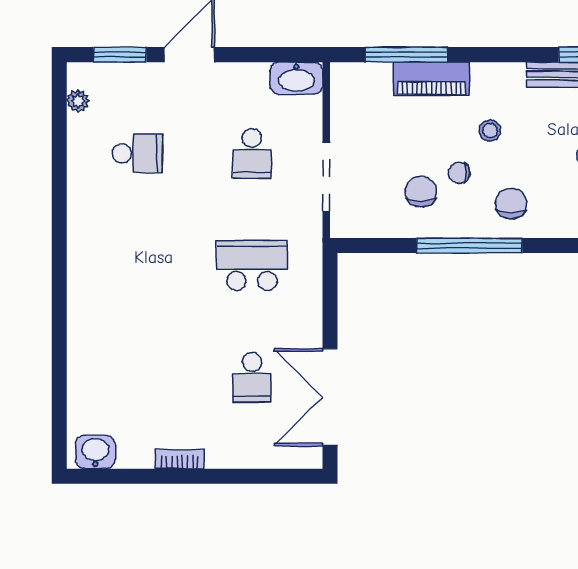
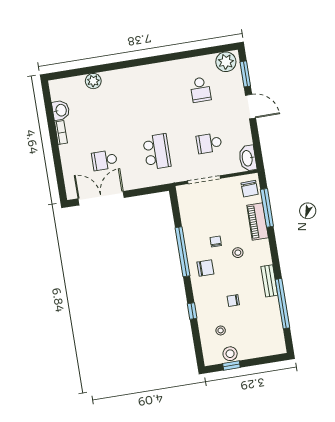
plant: (78, 101) -> (226, 62), width x1.87, depth x1.87
chair: (421, 192) -> (250, 189), moved, turned 88
plant: (83, 374) -> (93, 81), added
washbasin: (95, 452) -> (61, 110), moved

